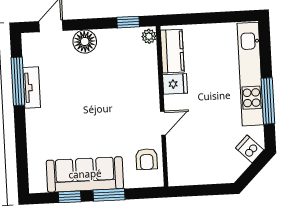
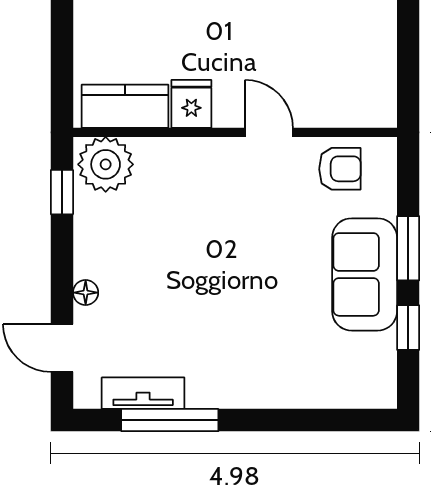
plant: (149, 36) -> (106, 164), width x1.87, depth x1.87
floor lamp: (85, 42) -> (86, 293), width x0.53, depth x0.53
tv unit: (32, 88) -> (143, 393), moved
sofa: (85, 174) -> (365, 274), width x0.73

